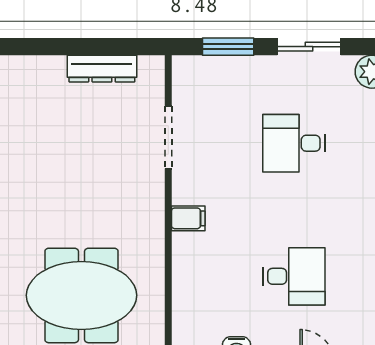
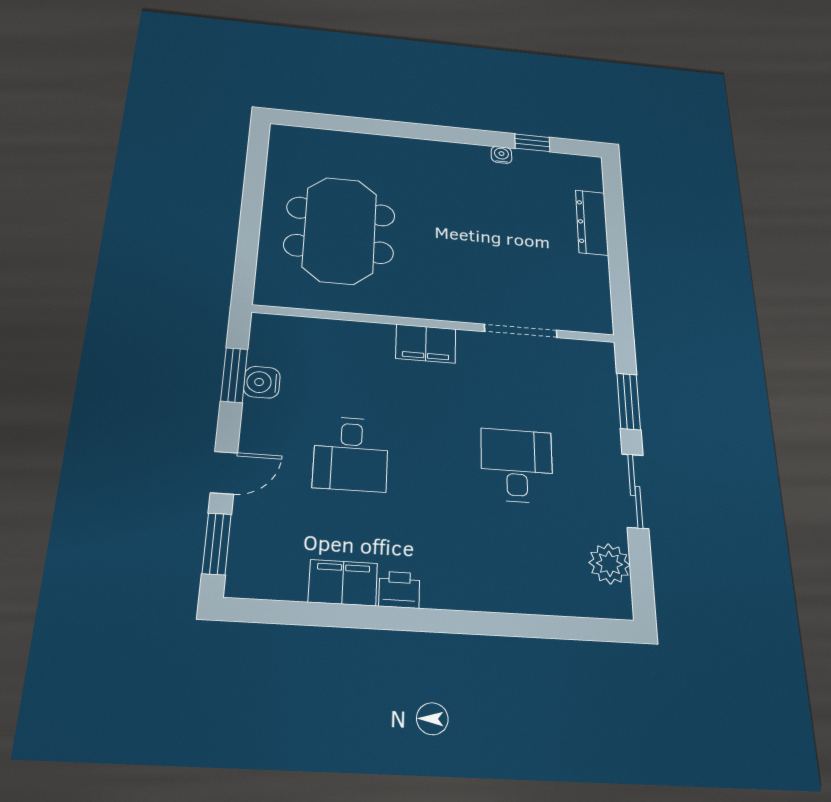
dresser: (102, 69) -> (592, 222), moved
filing cabinet: (188, 218) -> (426, 344), width x2.00

